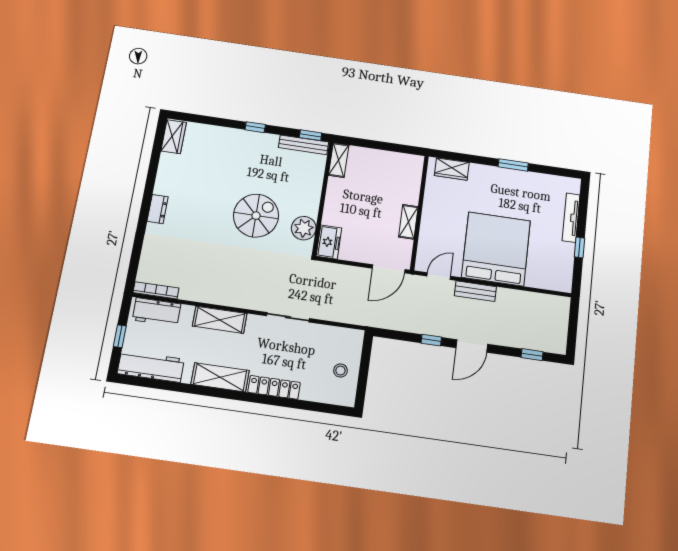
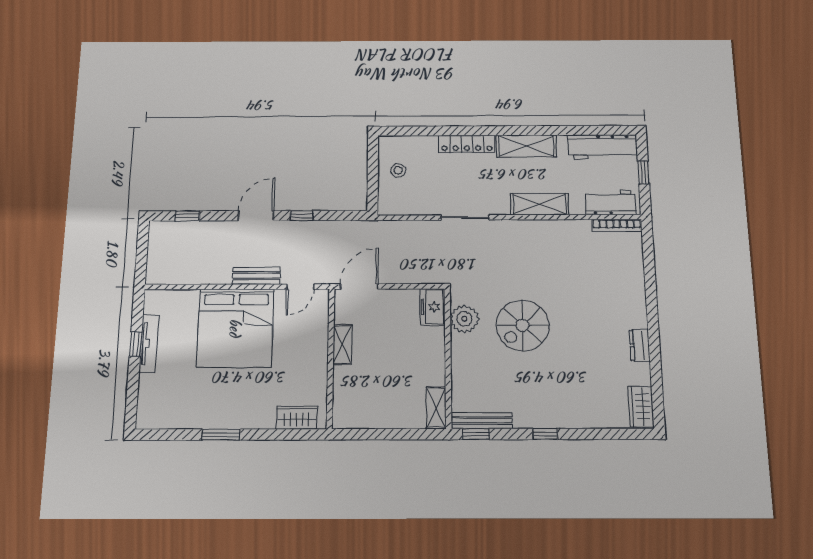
dresser: (158, 209) -> (640, 345), moved
tv unit: (571, 218) -> (149, 343), moved

